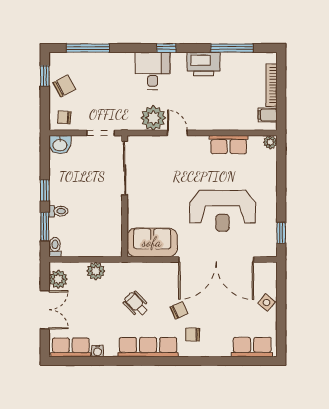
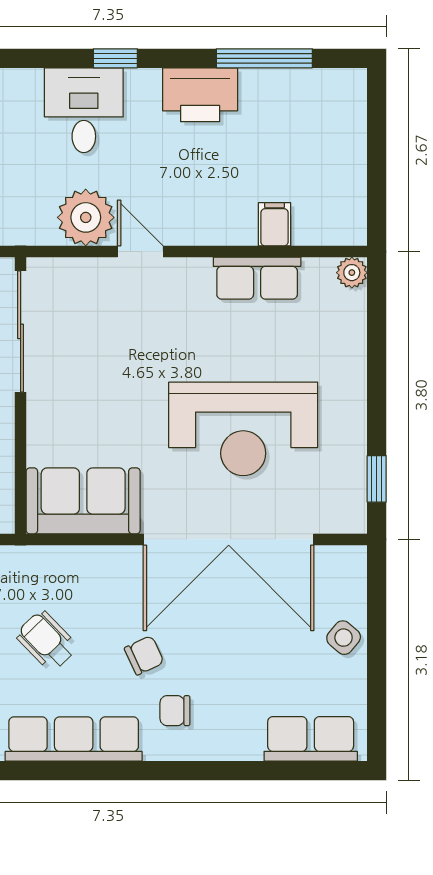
bookcase: (272, 85) -> (355, 143), removed
filing cabinet: (268, 115) -> (275, 224), moved, turned 90

